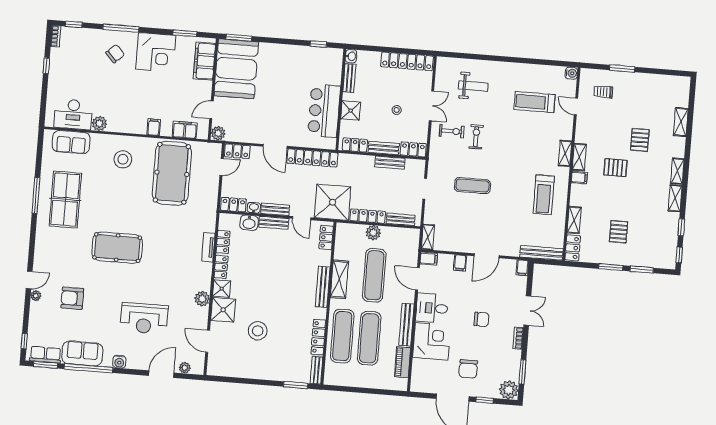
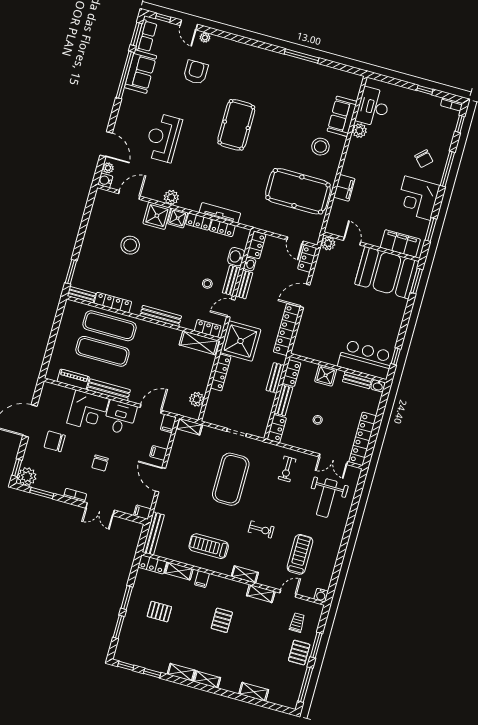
window: (664, 72) -> (305, 685), added
weight bench: (473, 86) -> (327, 498), width x1.36, depth x1.33
double door: (431, 106) -> (333, 459), moved
bar counter: (324, 111) -> (366, 359), moved
filing cabinet: (154, 127) -> (344, 188), width x2.00
filing cabinet: (185, 130) -> (338, 212), removed
exercise bike: (476, 137) -> (261, 529), moved
pallet: (640, 140) -> (299, 653), moved, turned 90
sofa: (71, 142) -> (342, 116), moved
shelving: (579, 157) -> (261, 594), moved
bench: (390, 163) -> (275, 378), moved
filing cabinet: (579, 178) -> (202, 579), moved
exercise mat: (472, 186) -> (231, 479), width x2.00, depth x1.45
table tennis table: (65, 200) -> (292, 84), removed
bench: (401, 219) -> (211, 404), removed
plant: (373, 233) -> (197, 399), moved
stool: (281, 246) -> (207, 284), added
tv unit: (208, 247) -> (220, 213), width x1.41
exercise mat: (374, 275) -> (162, 368), removed
shelving: (339, 279) -> (199, 343), moved
door: (29, 280) -> (189, 25), moved
water cooler: (119, 362) -> (105, 180), moved
window: (485, 400) -> (17, 468), moved

